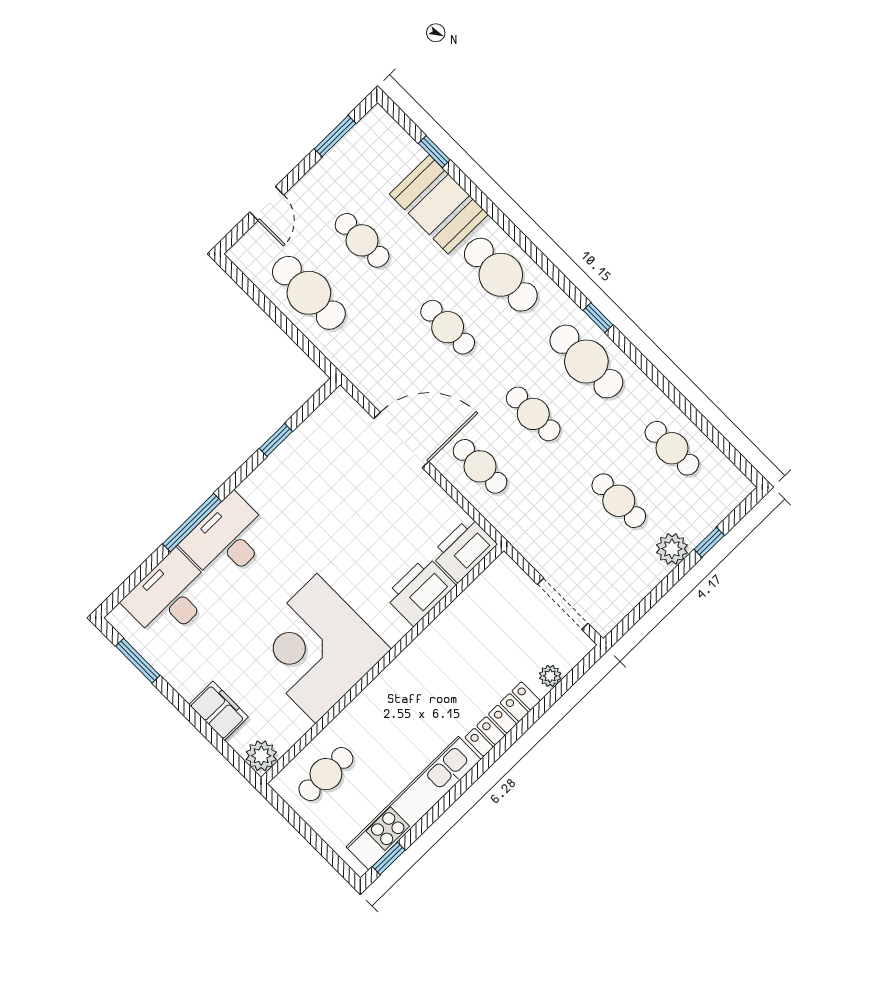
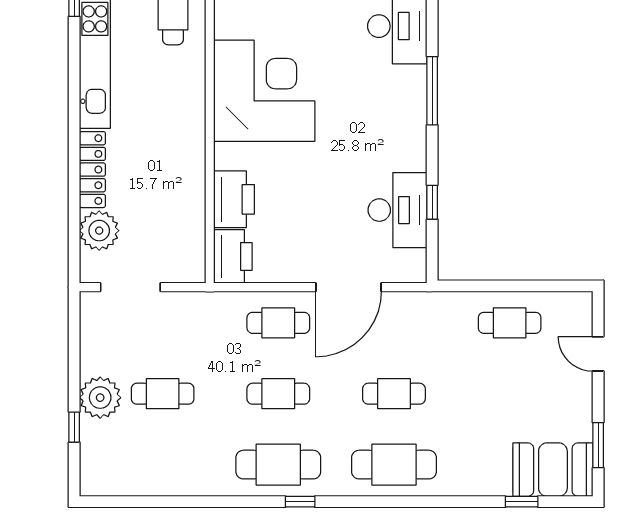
booth: (439, 204) -> (553, 470), moved
cafe table: (362, 240) -> (510, 394), removed
cafe table: (309, 293) -> (510, 323), width x0.73, depth x0.74
cafe table: (672, 448) -> (163, 465), removed
desk: (227, 539) -> (398, 210), moved
plant: (672, 549) -> (100, 398), width x1.36, depth x1.36
plant: (550, 676) -> (99, 231), width x1.87, depth x1.87

